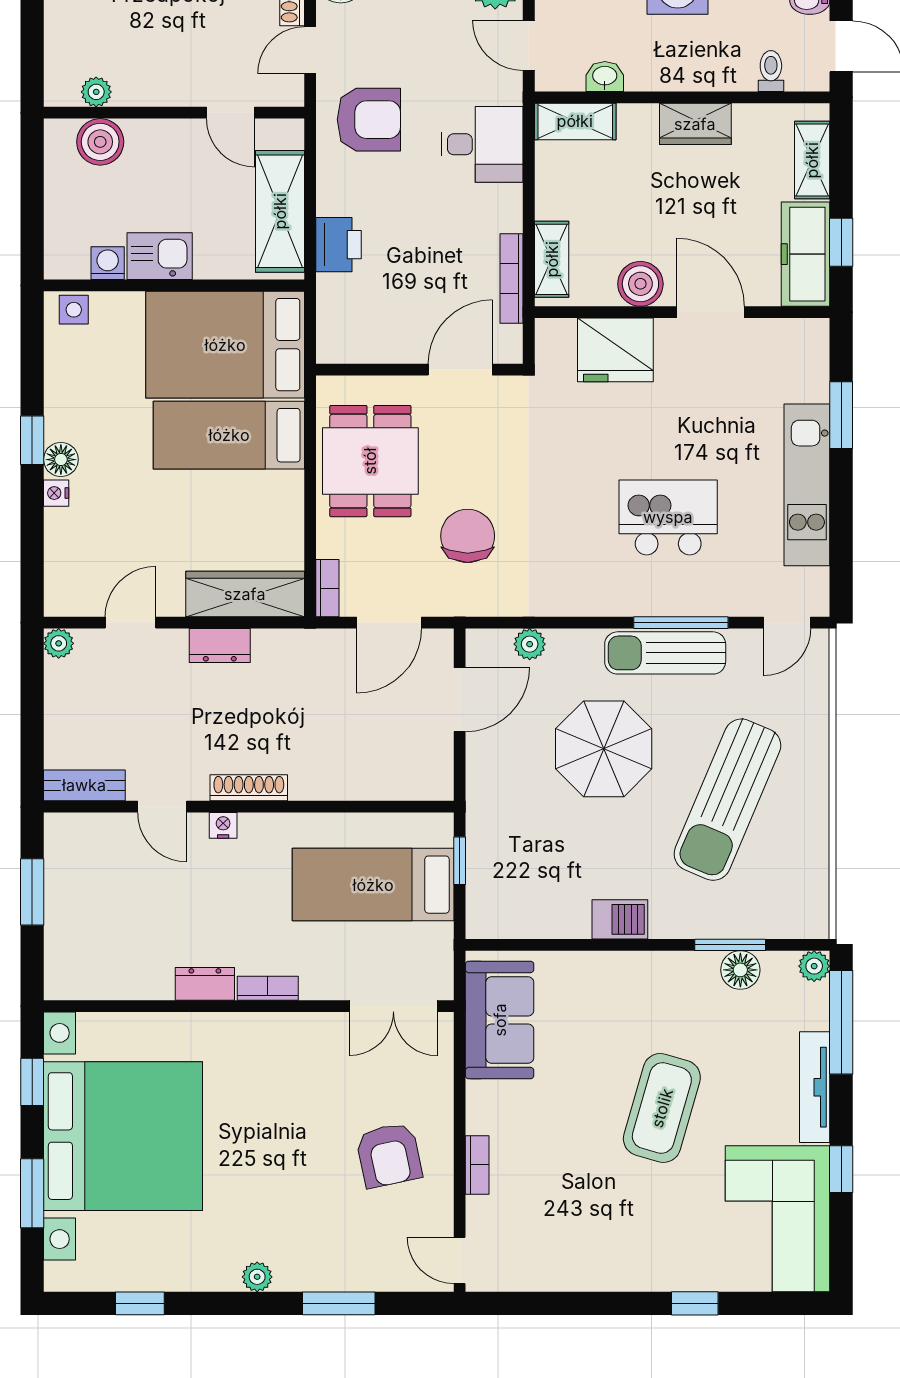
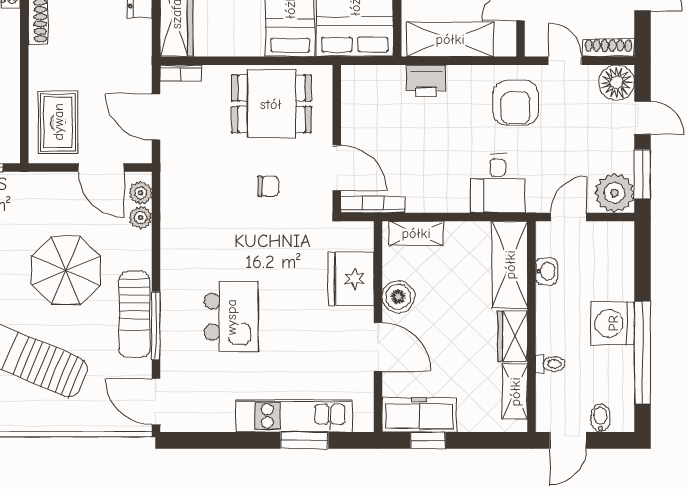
toilet: (771, 71) -> (550, 364), moved
shelving: (575, 121) -> (510, 265), width x1.50, depth x1.33
shelving: (812, 160) -> (515, 392), moved, turned 90
bookcase: (511, 278) -> (373, 205), moved
door: (710, 312) -> (378, 347), hinge flipped
kitchen unit: (807, 485) -> (294, 416), moved
chair: (468, 536) -> (268, 186), moved, width x0.54, depth x0.54
door: (787, 623) -> (156, 402), width x1.38
plant: (495, 644) -> (141, 193), added
sun lounger: (665, 653) -> (134, 314), turned 180
rug: (396, 760) -> (58, 122), added

